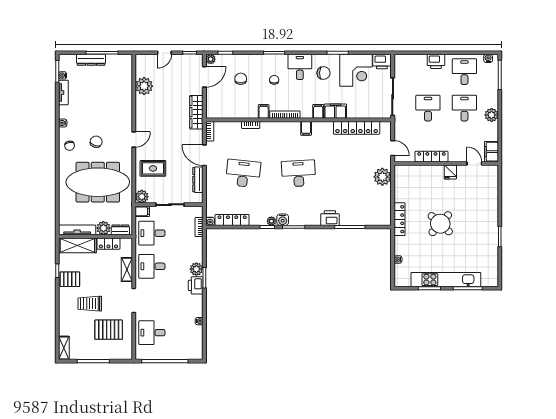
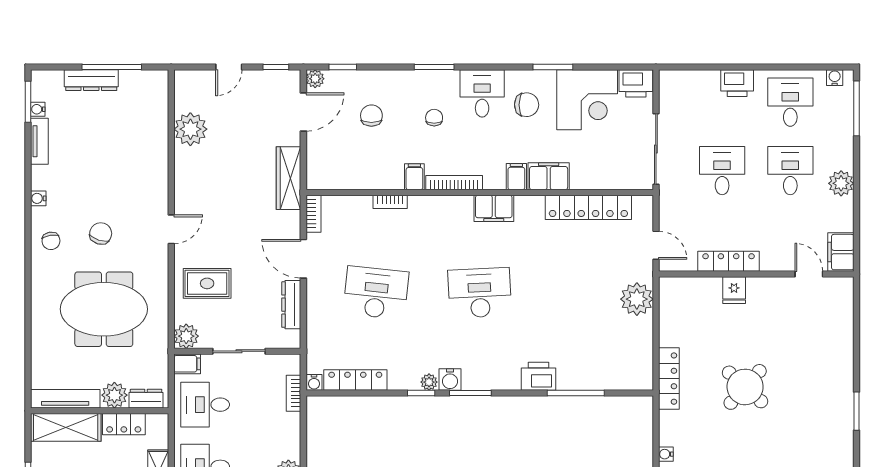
filing cabinet: (306, 128) -> (494, 208), width x2.00
fridge: (450, 172) -> (734, 290), moved
meeting table: (98, 182) -> (104, 309), width x0.73

